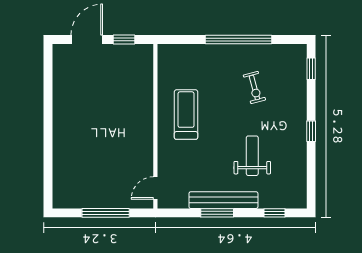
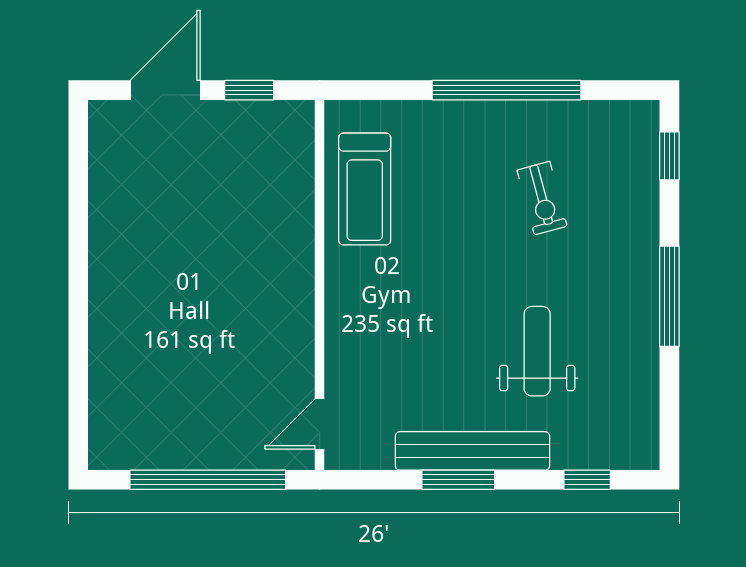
treadmill: (186, 115) -> (365, 189), moved, turned 180
window: (311, 131) -> (669, 296), width x2.17
window: (106, 213) -> (208, 480), width x1.46

